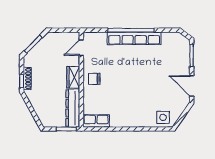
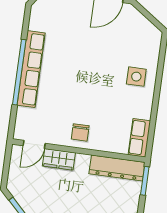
door: (81, 48) -> (34, 145), hinge flipped
wardrobe: (73, 77) -> (59, 159), moved
side table: (163, 117) -> (136, 77), moved

